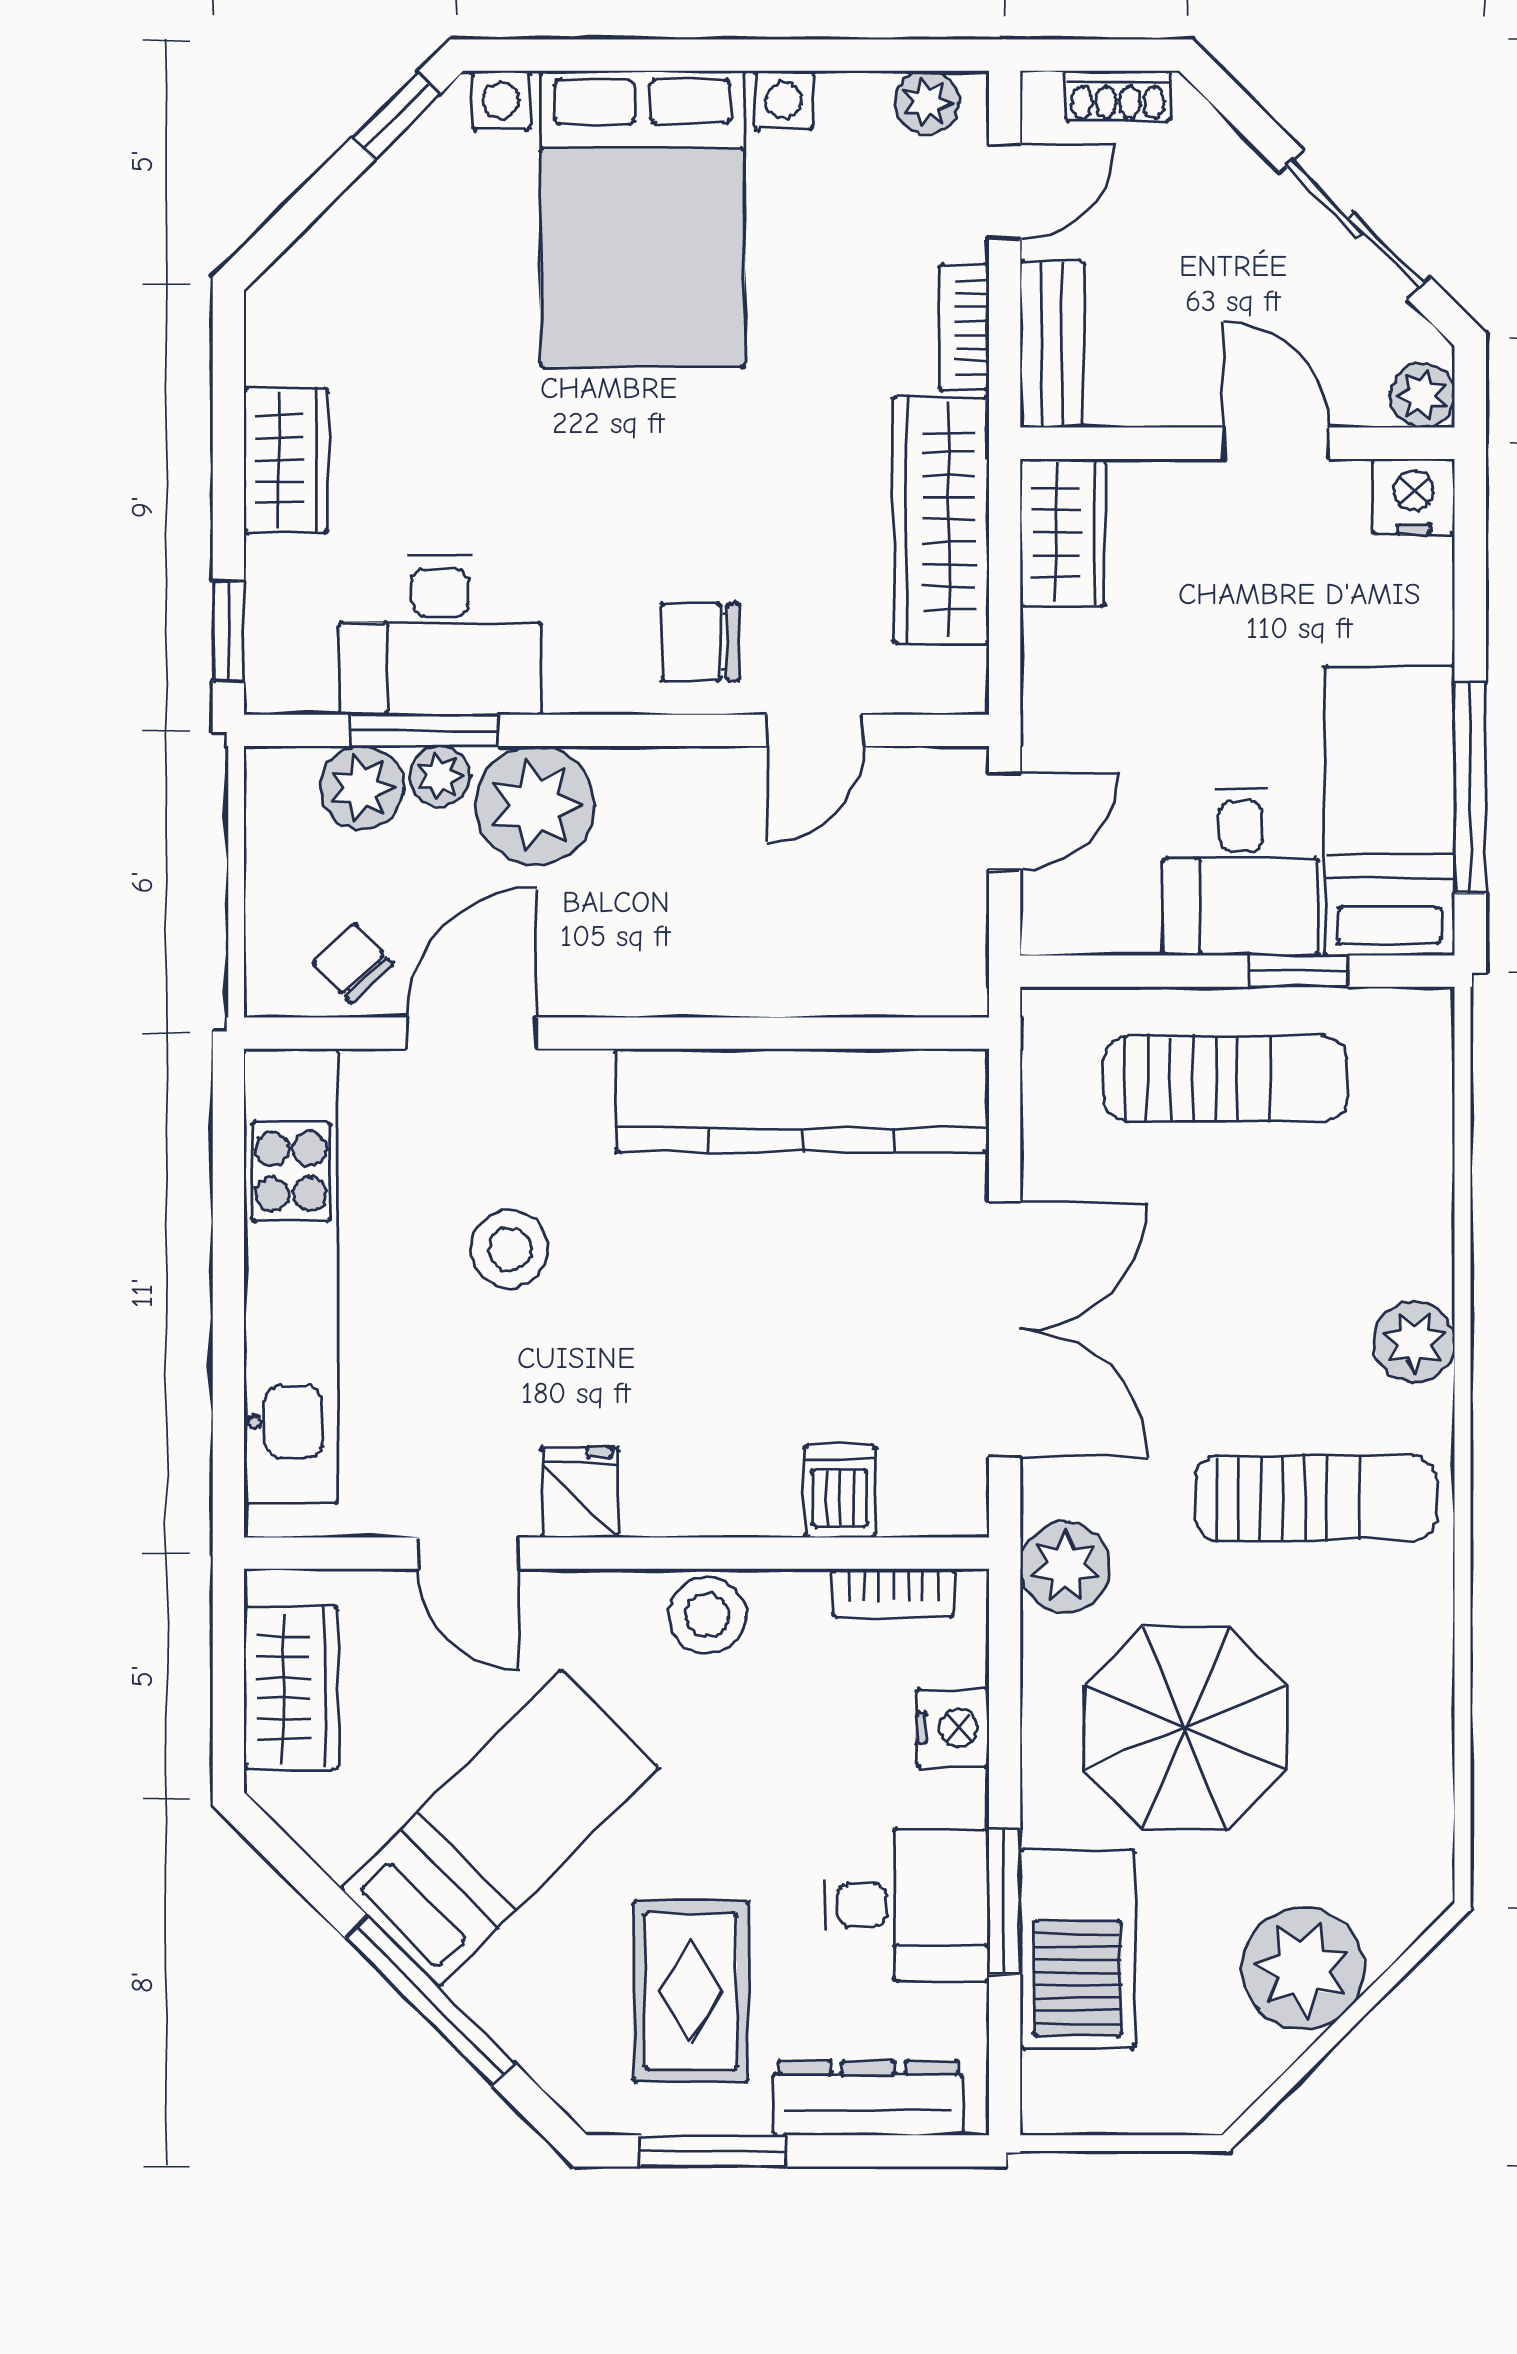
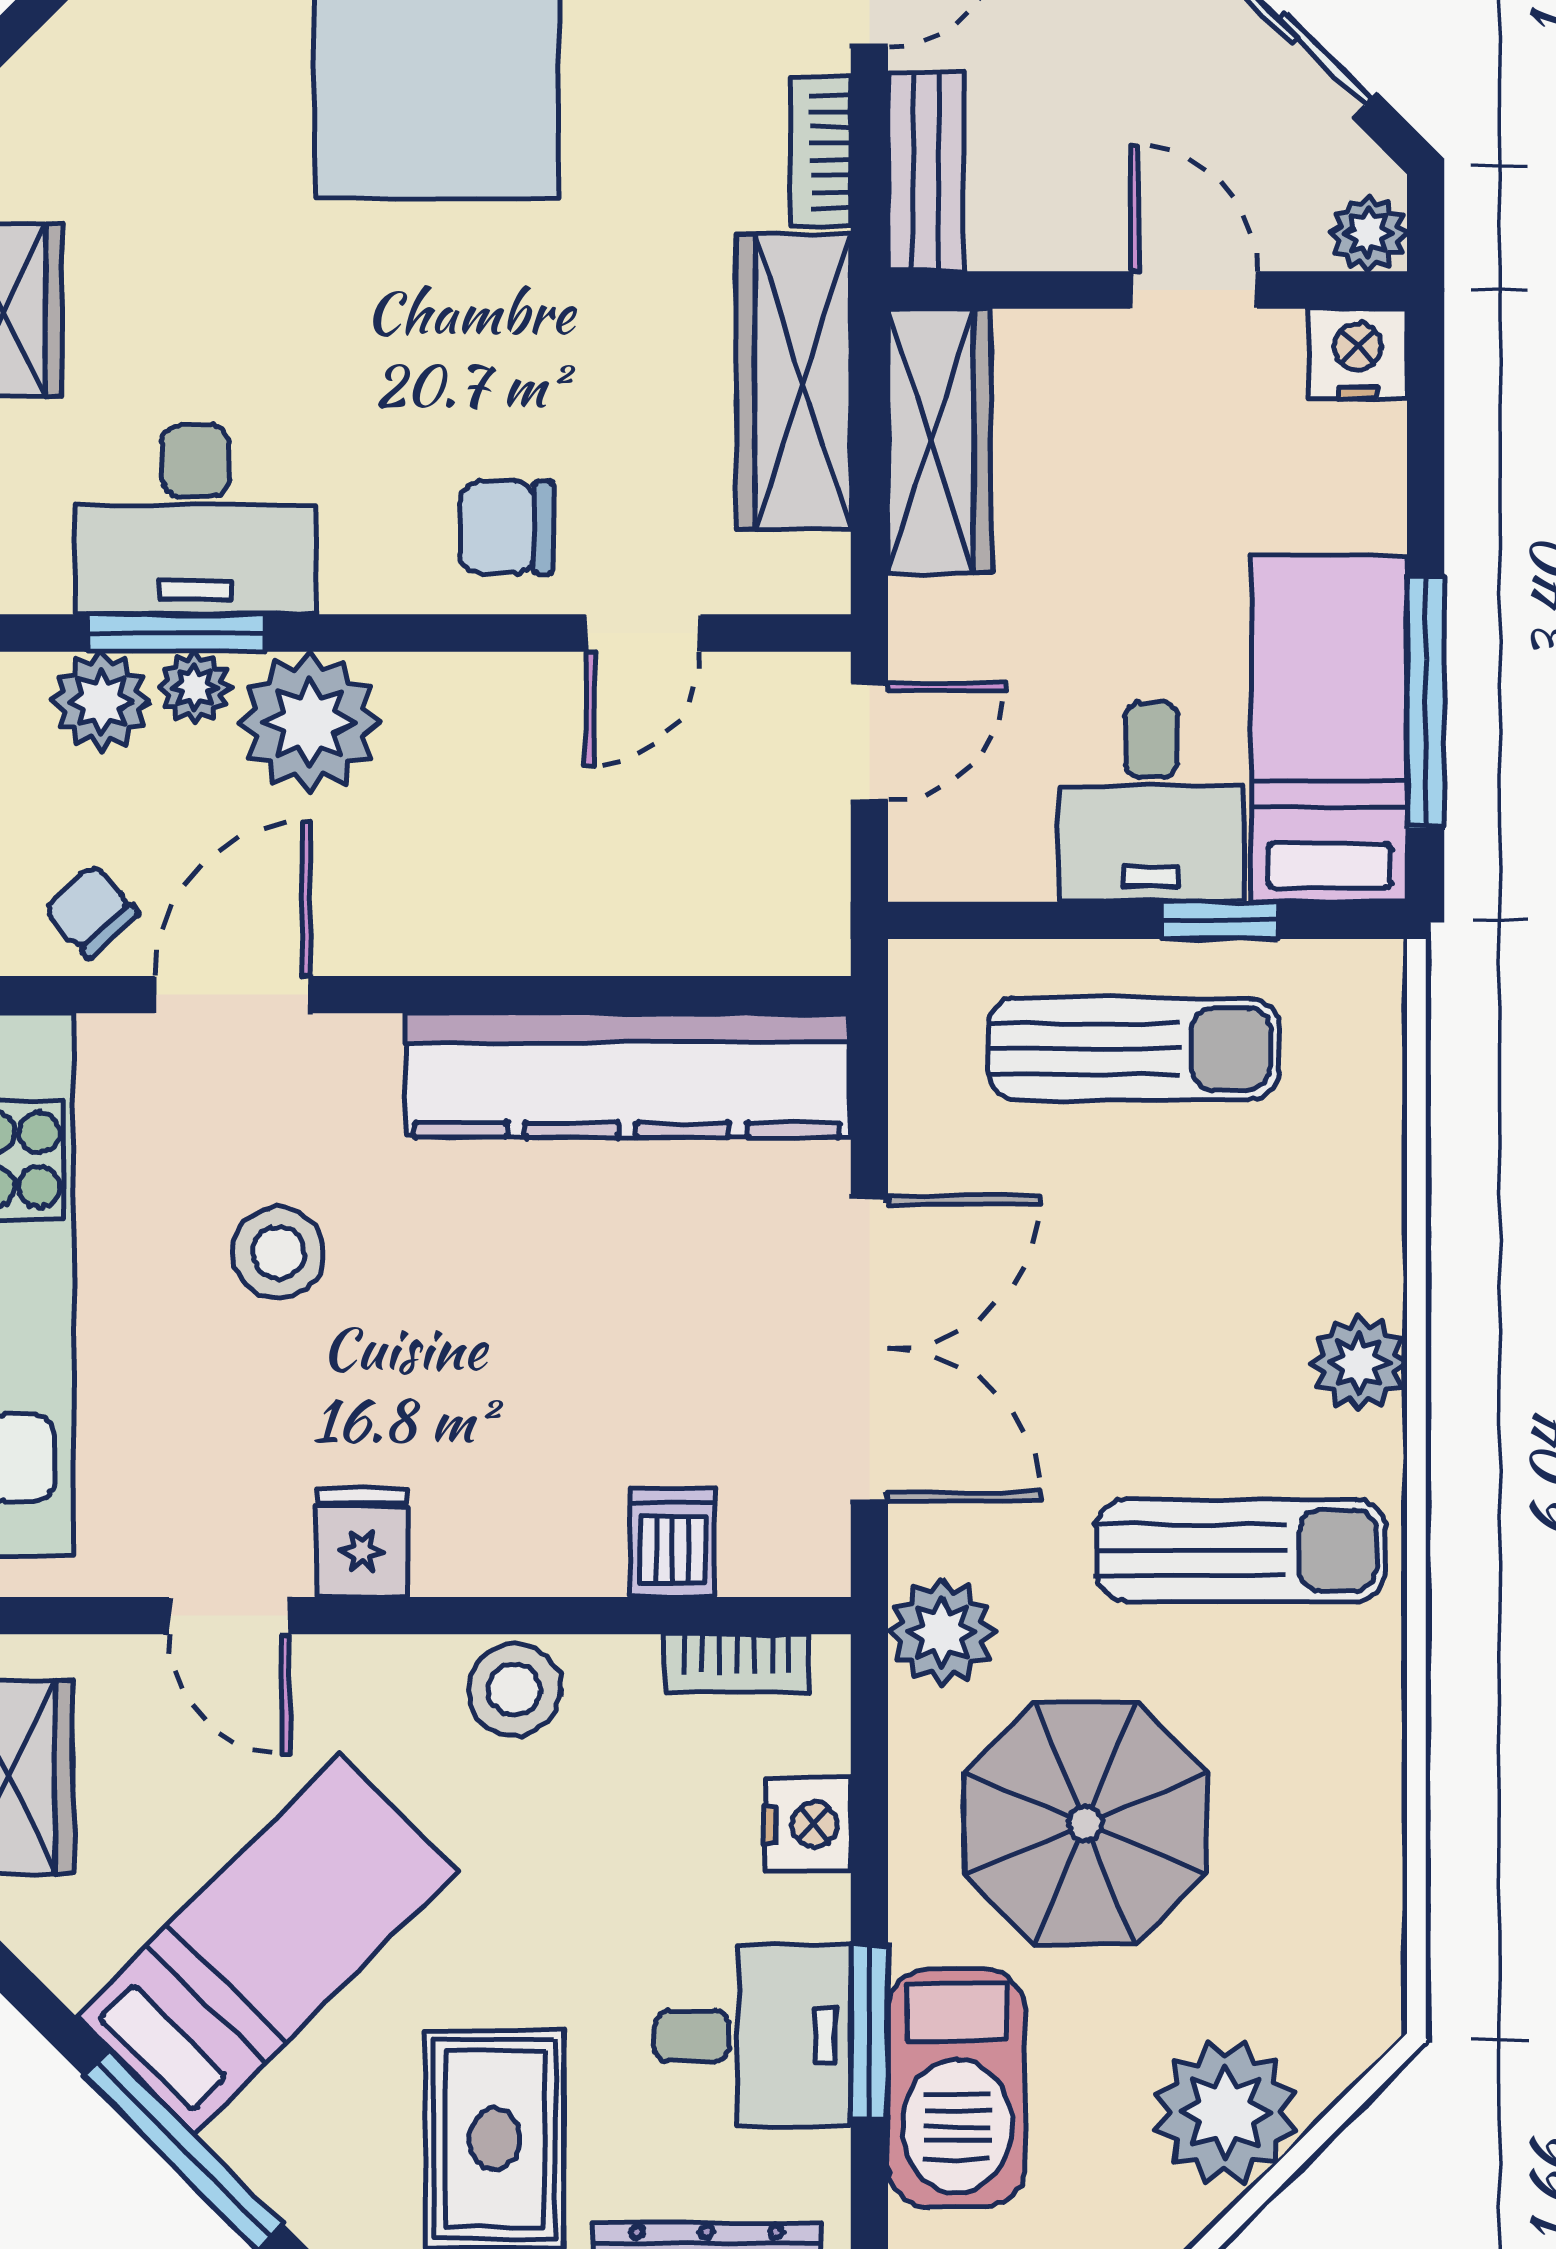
wardrobe: (1063, 533) -> (939, 441), width x1.50

